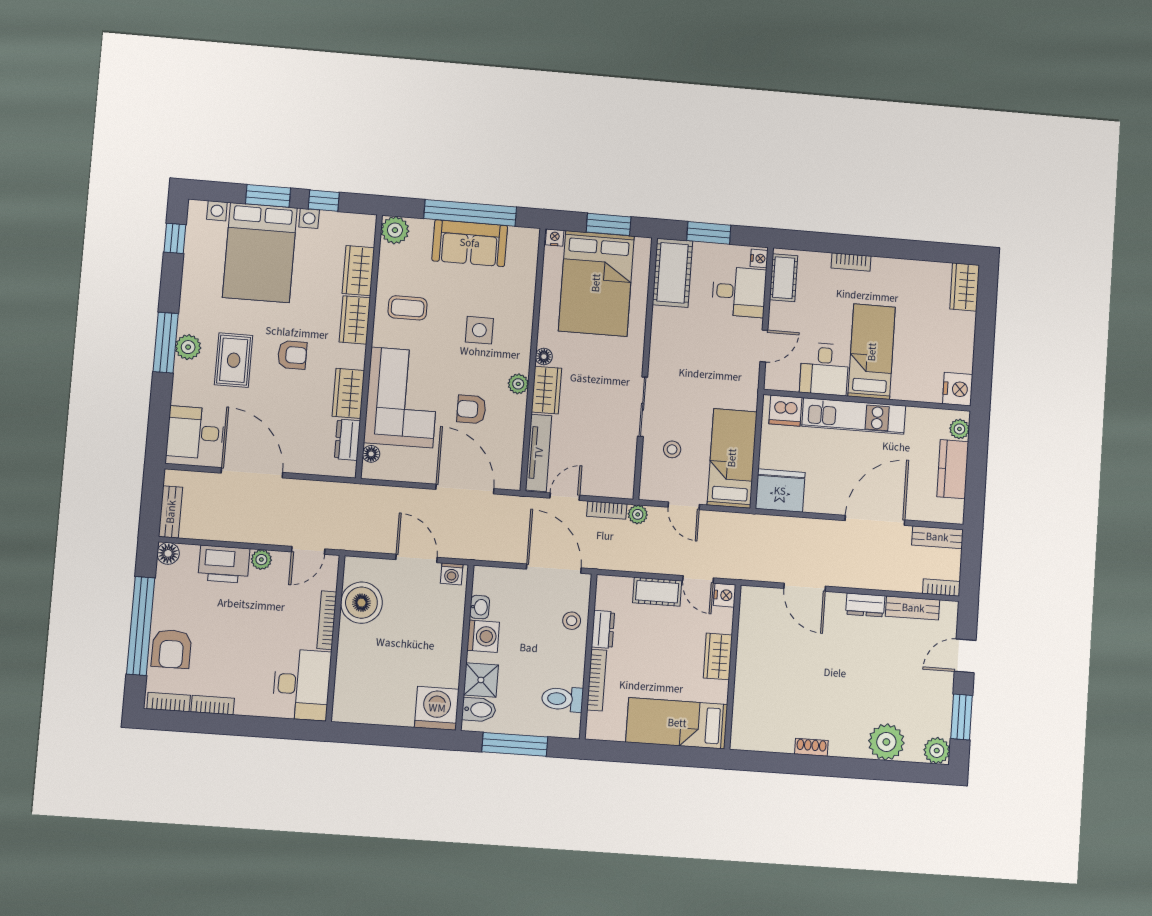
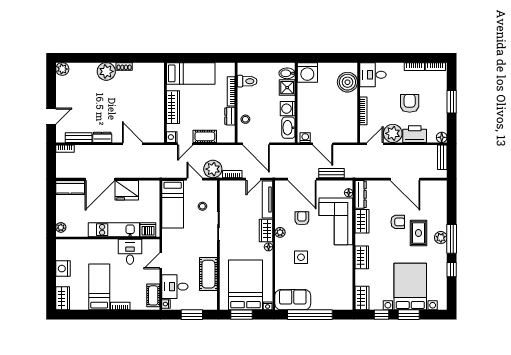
plant: (395, 230) -> (346, 303), removed
window: (175, 238) -> (452, 270), moved
sofa: (470, 243) -> (293, 300), moved
wardrobe: (358, 271) -> (362, 298), moved
cot: (672, 273) -> (208, 274), moved
coffee table: (408, 308) -> (337, 265), removed
bed: (872, 352) -> (99, 287), moved, turned 180
armchair: (292, 355) -> (398, 222), moved, turned 180
nightstand: (958, 389) -> (63, 269), moved
armchair: (471, 409) -> (302, 218), turned -90
desk: (195, 433) -> (434, 196), removed
dresser: (347, 440) -> (361, 194), width x1.44
kitchen counter: (953, 469) -> (70, 187), moved, turned 90
fridge: (780, 491) -> (127, 190), moved
plant: (638, 514) -> (213, 169), width x1.88, depth x1.88
bench: (937, 537) -> (331, 173), moved
plant: (261, 560) -> (393, 133), width x1.88, depth x1.88
door: (698, 579) -> (185, 144), swing flipped
boiler: (361, 603) -> (347, 82), moved
washbasin: (480, 607) -> (288, 128), width x1.91, depth x1.45
window: (141, 626) -> (452, 102), width x0.47
armchair: (171, 649) -> (410, 103), moved
wardrobe: (718, 656) -> (173, 107), width x1.50
desk: (302, 685) -> (373, 75), width x0.73
window: (961, 717) -> (51, 86), removed
plant: (886, 742) -> (106, 71), moved
window: (515, 744) -> (268, 58), removed

